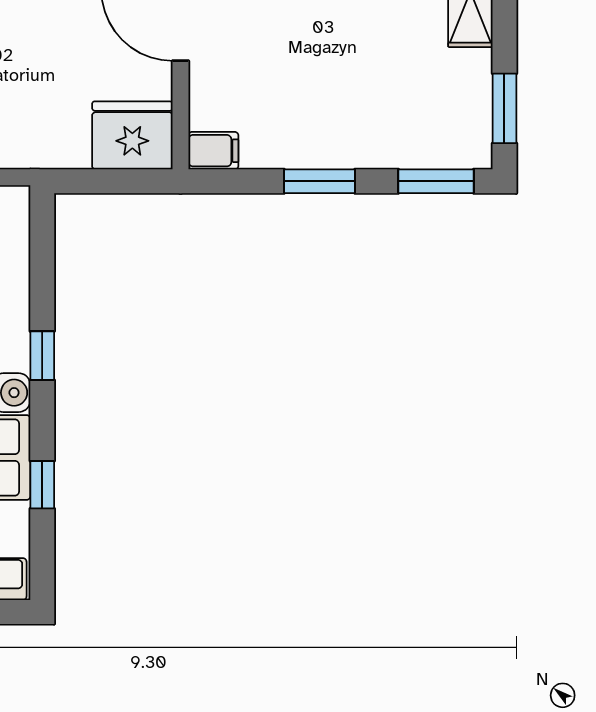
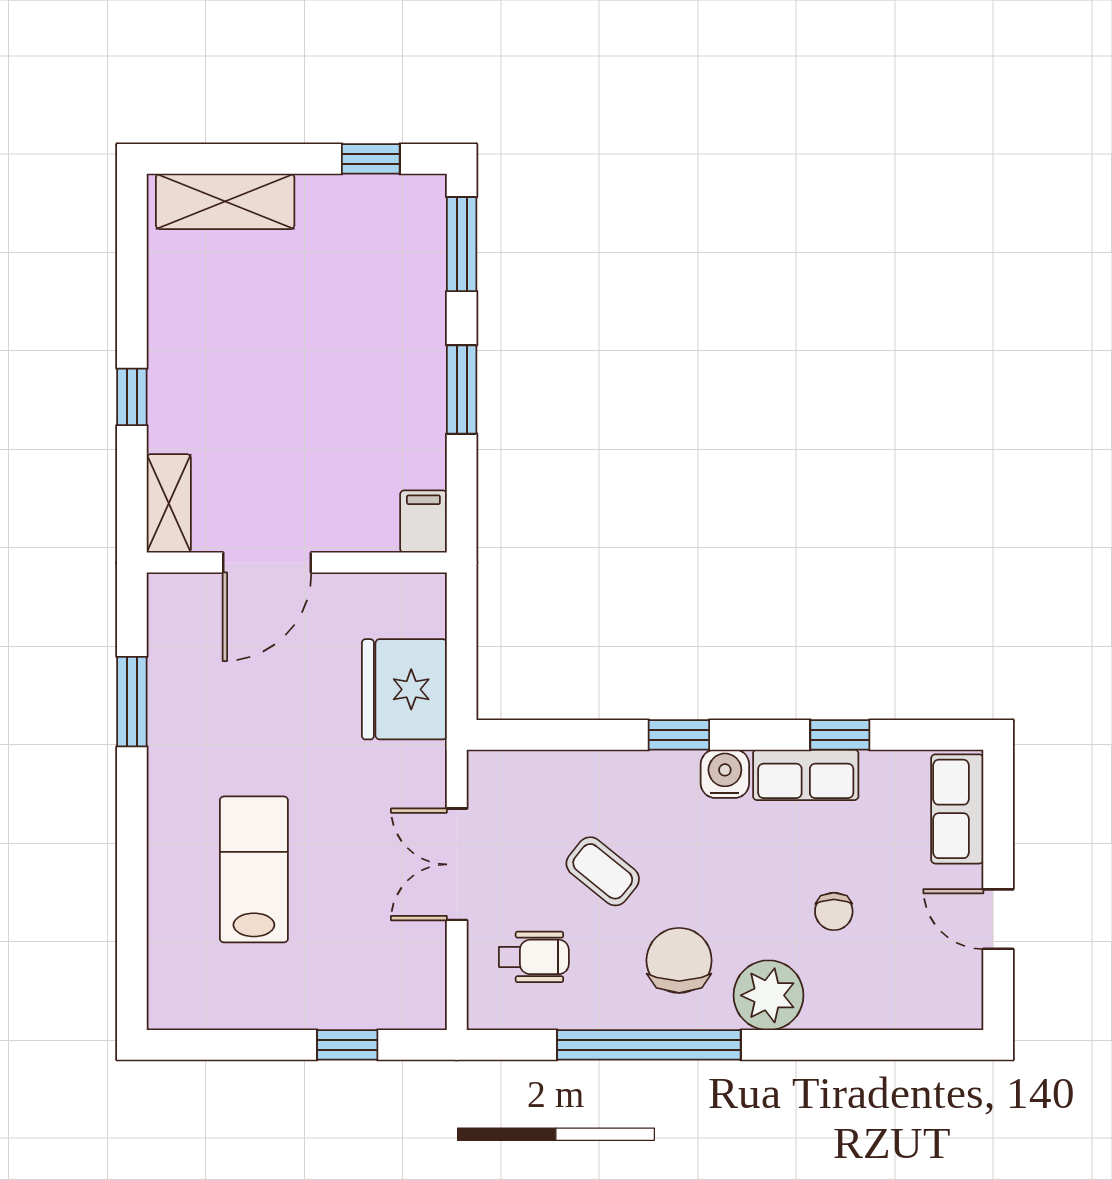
window: (504, 108) -> (371, 159), width x0.67
fridge: (132, 135) -> (404, 689), moved

